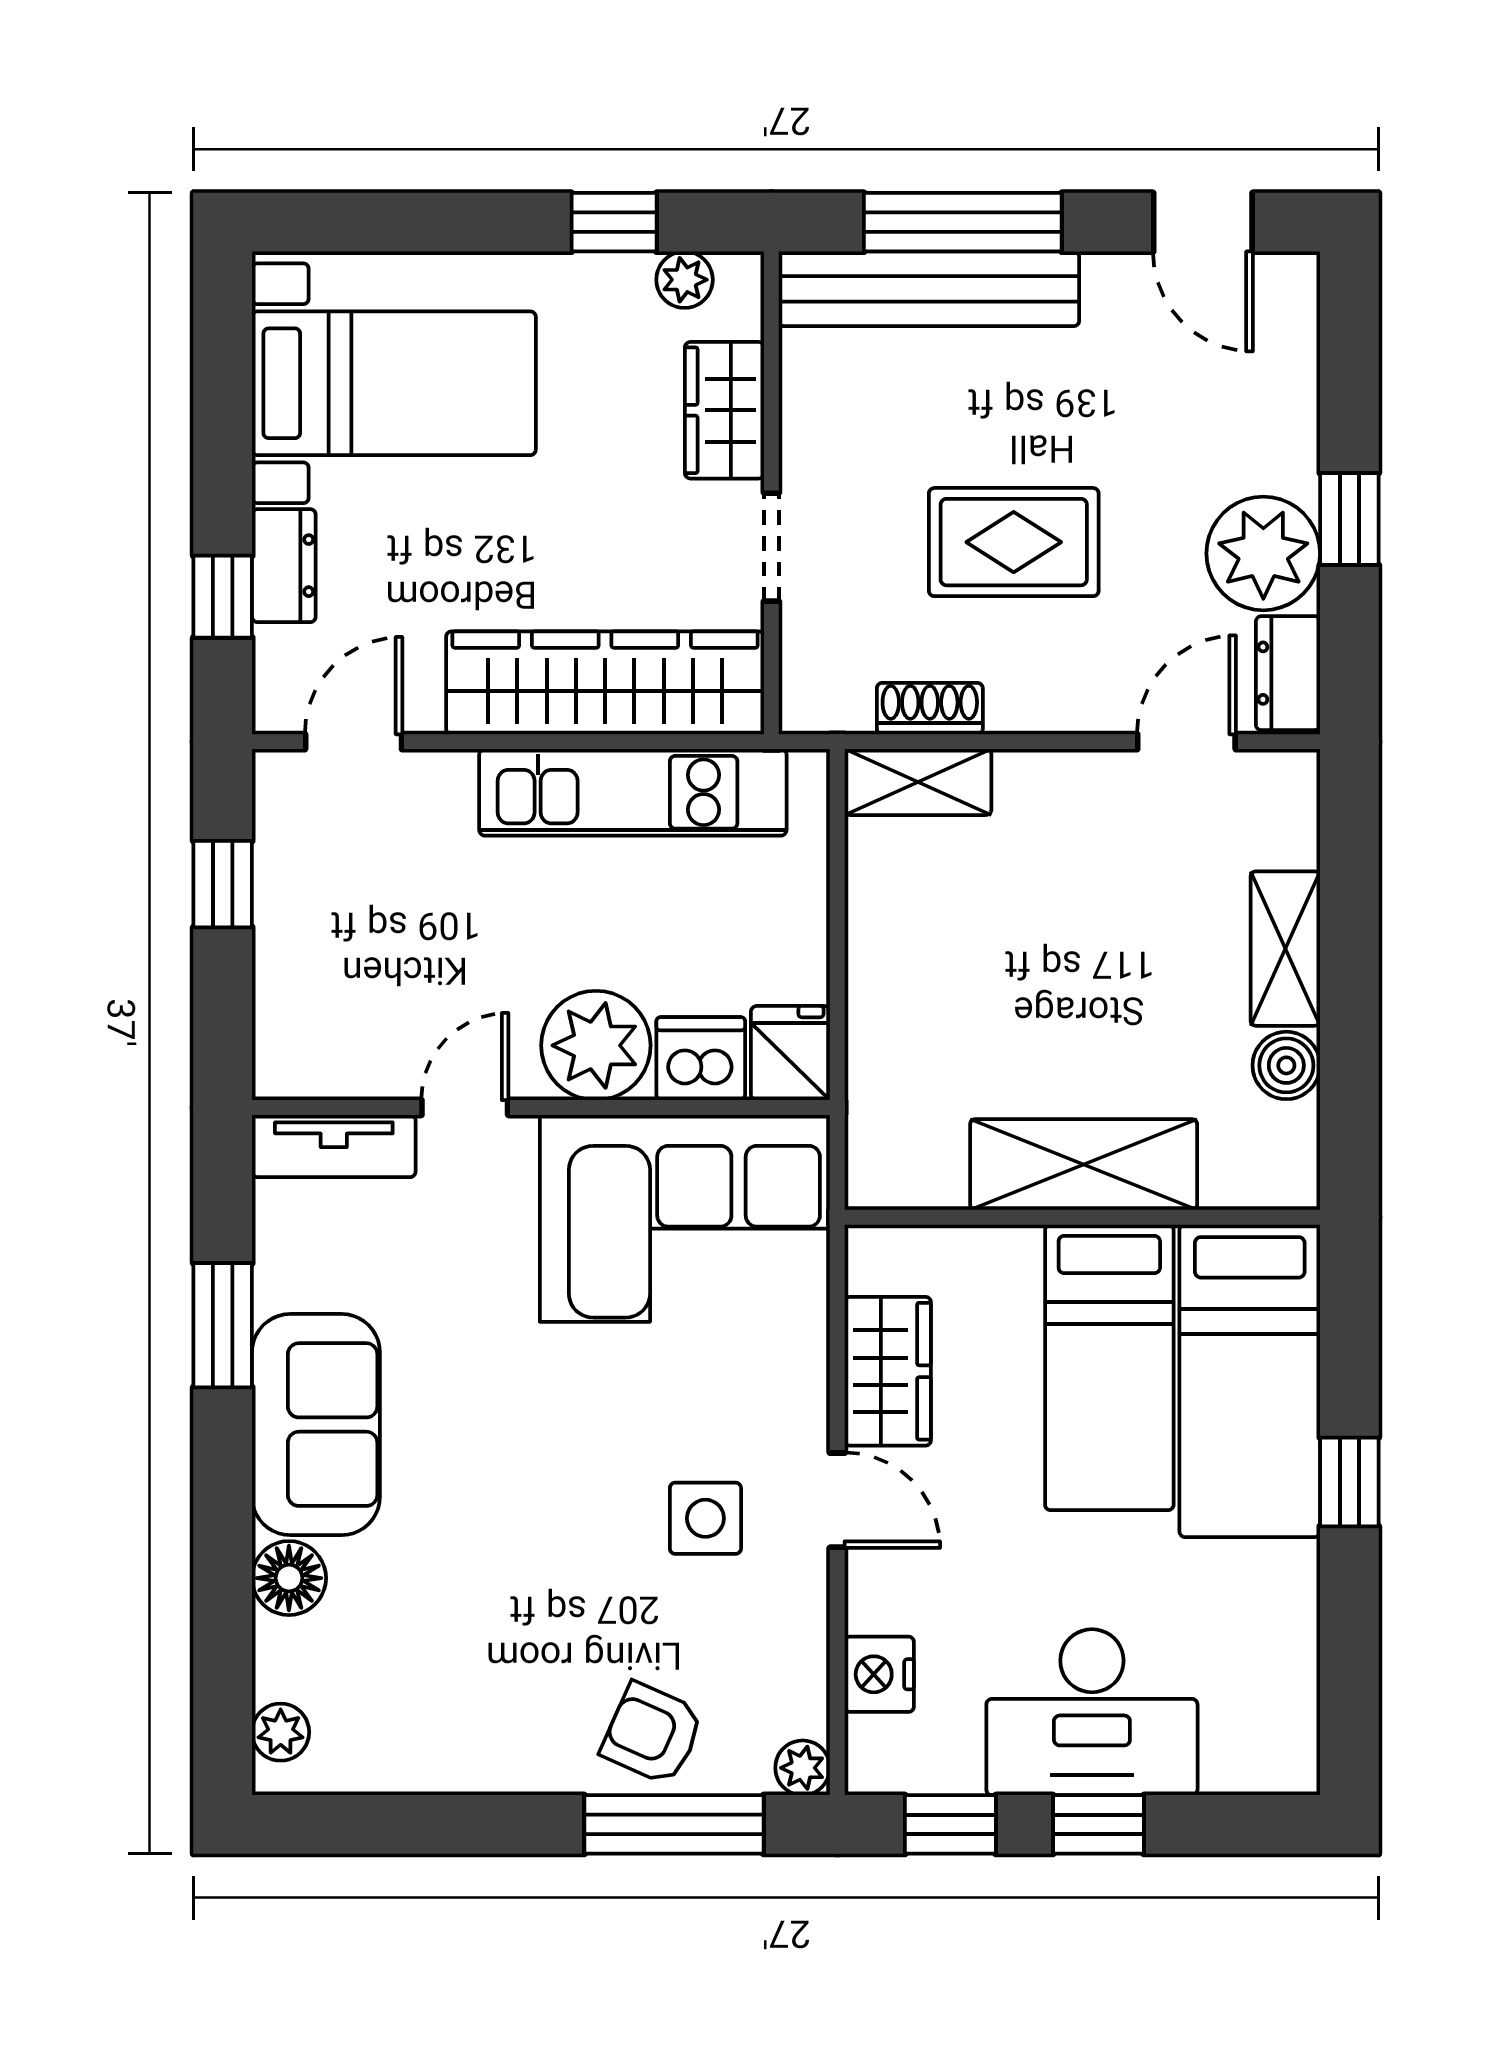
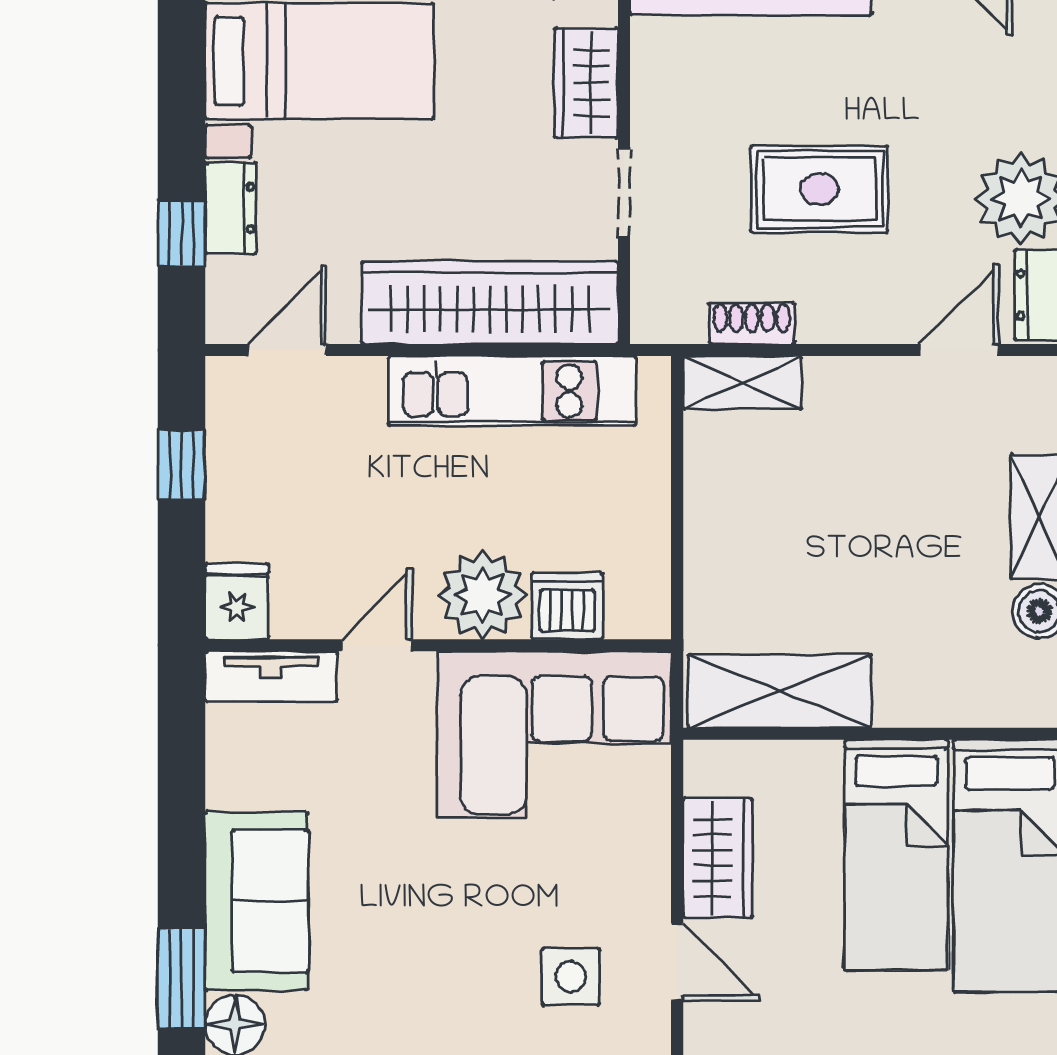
fridge: (790, 1053) -> (237, 601), moved
shelving: (1084, 1164) -> (780, 691), moved
window: (223, 1325) -> (181, 979), moved

